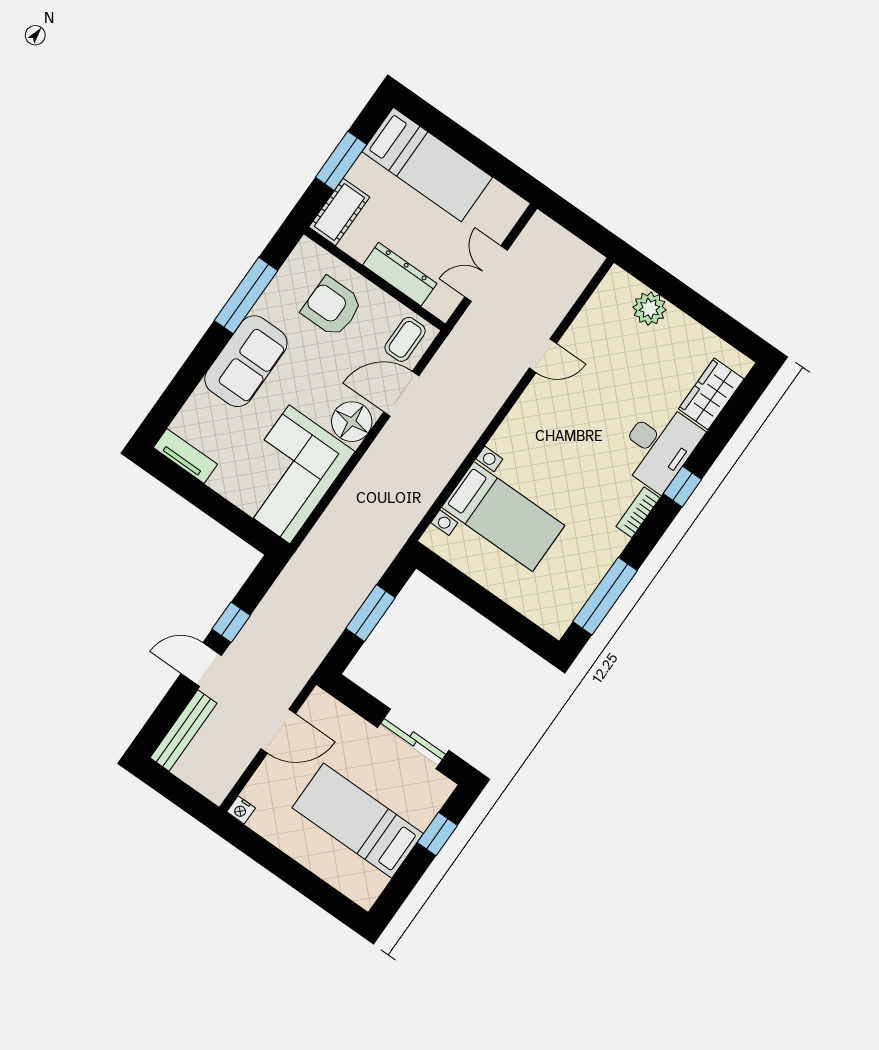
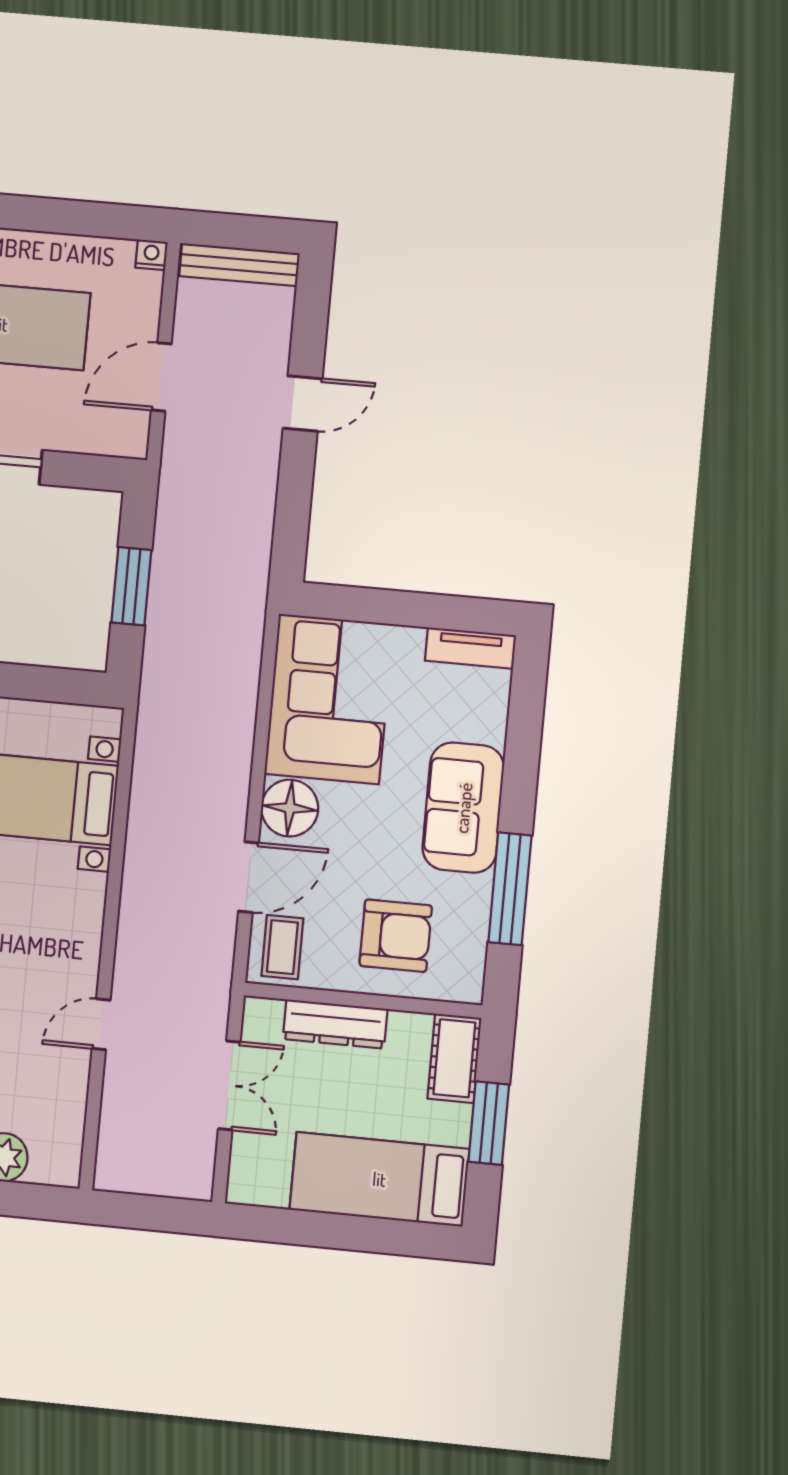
window: (231, 622) -> (296, 476), removed
bench: (183, 730) -> (239, 265), moved, turned 90

